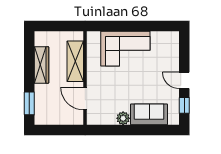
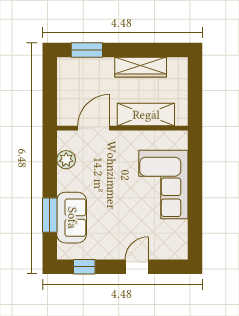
door: (184, 80) -> (137, 267), moved
plant: (123, 118) -> (66, 160), moved
window: (147, 130) -> (50, 215), added

